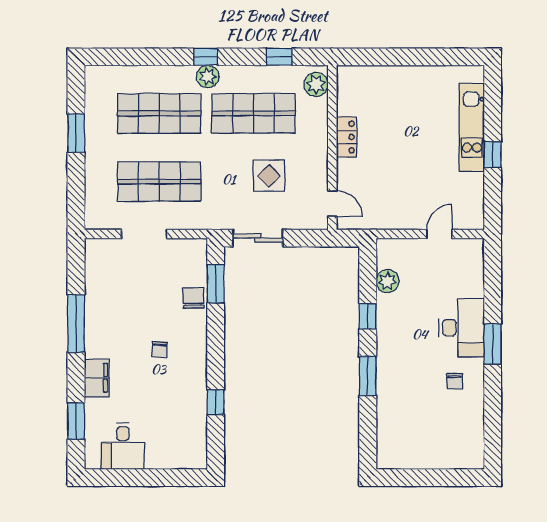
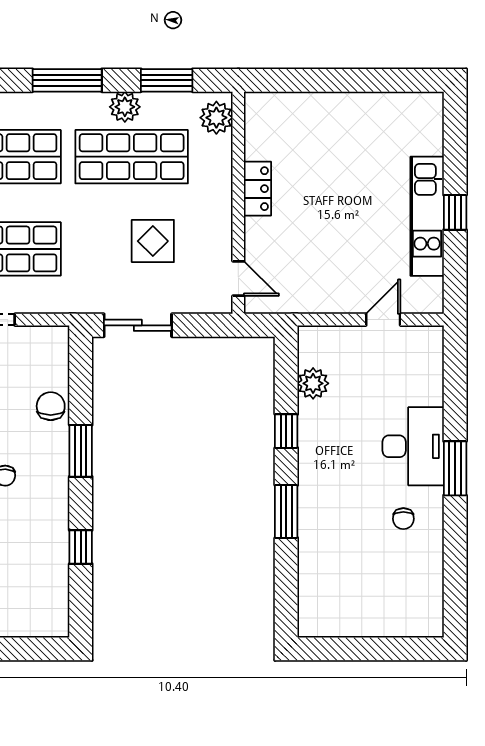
window: (206, 57) -> (67, 80), width x2.17
window: (279, 57) -> (167, 80), width x1.50
plant: (208, 76) -> (125, 107), moved
kitchen unit: (472, 127) -> (427, 216), moved
window: (216, 284) -> (81, 451), moved

